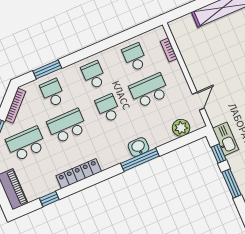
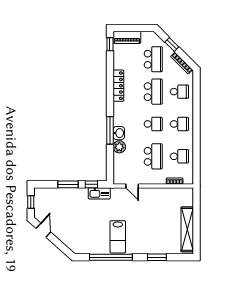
window: (47, 69) -> (197, 95), removed
plant: (181, 128) -> (119, 147), moved
window: (49, 199) -> (110, 44), moved

